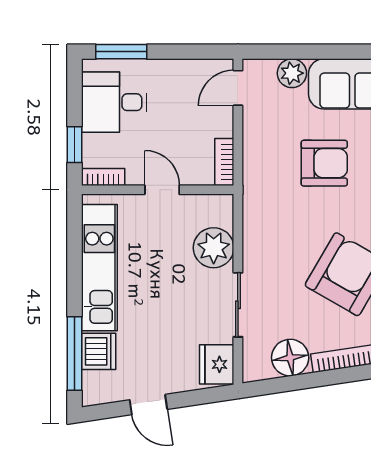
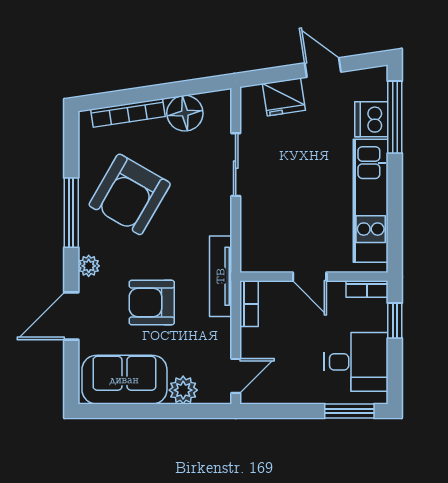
tv unit: (253, 190) -> (221, 276), added
plant: (214, 248) -> (259, 220), removed
fridge: (217, 364) -> (284, 97), moved, turned 81

